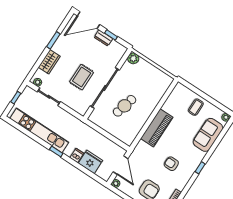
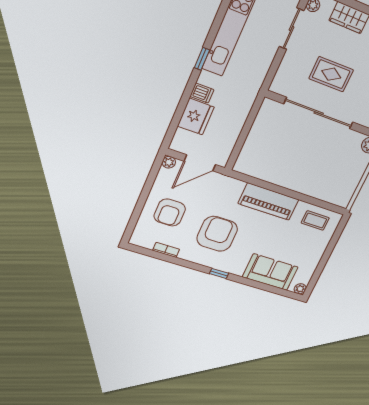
cafe table: (125, 106) -> (295, 148), removed
coffee table: (196, 107) -> (315, 220), moved
armchair: (171, 164) -> (217, 234), width x1.88, depth x1.88

